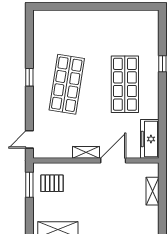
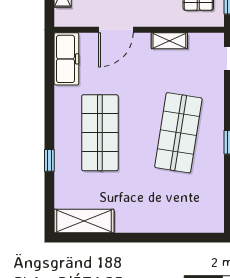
shelving: (137, 19) -> (84, 221), added
shelving: (86, 152) -> (169, 41), moved

